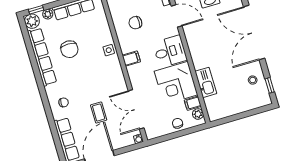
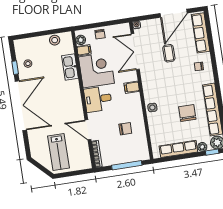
filing cabinet: (131, 58) -> (132, 87), moved
window: (270, 85) -> (15, 68), moved
double door: (136, 109) -> (135, 52), swing flipped
stool: (227, 110) -> (55, 40), added

